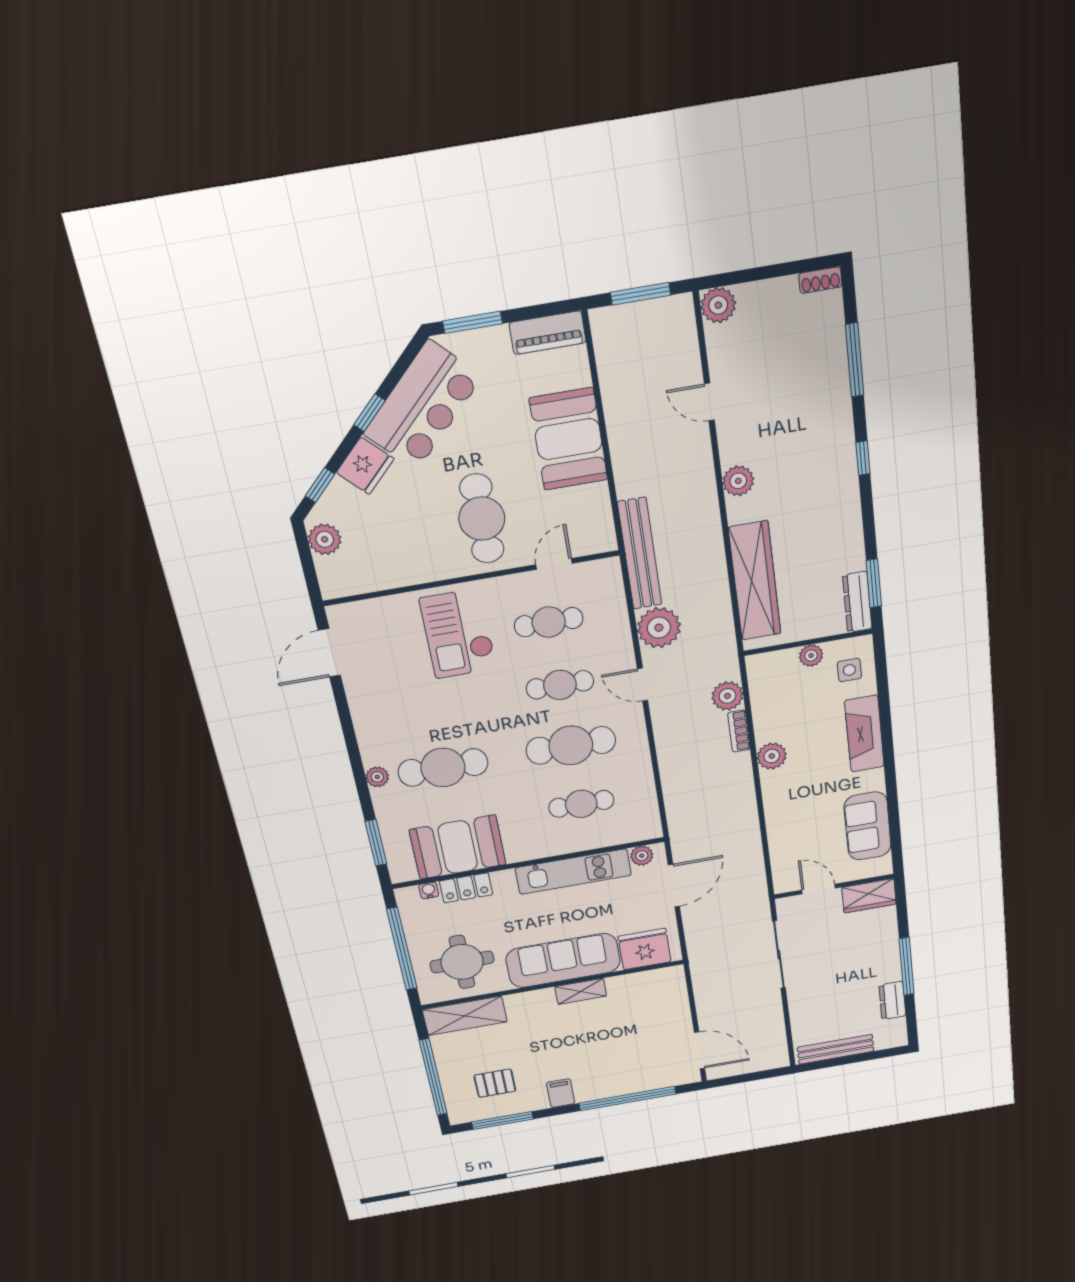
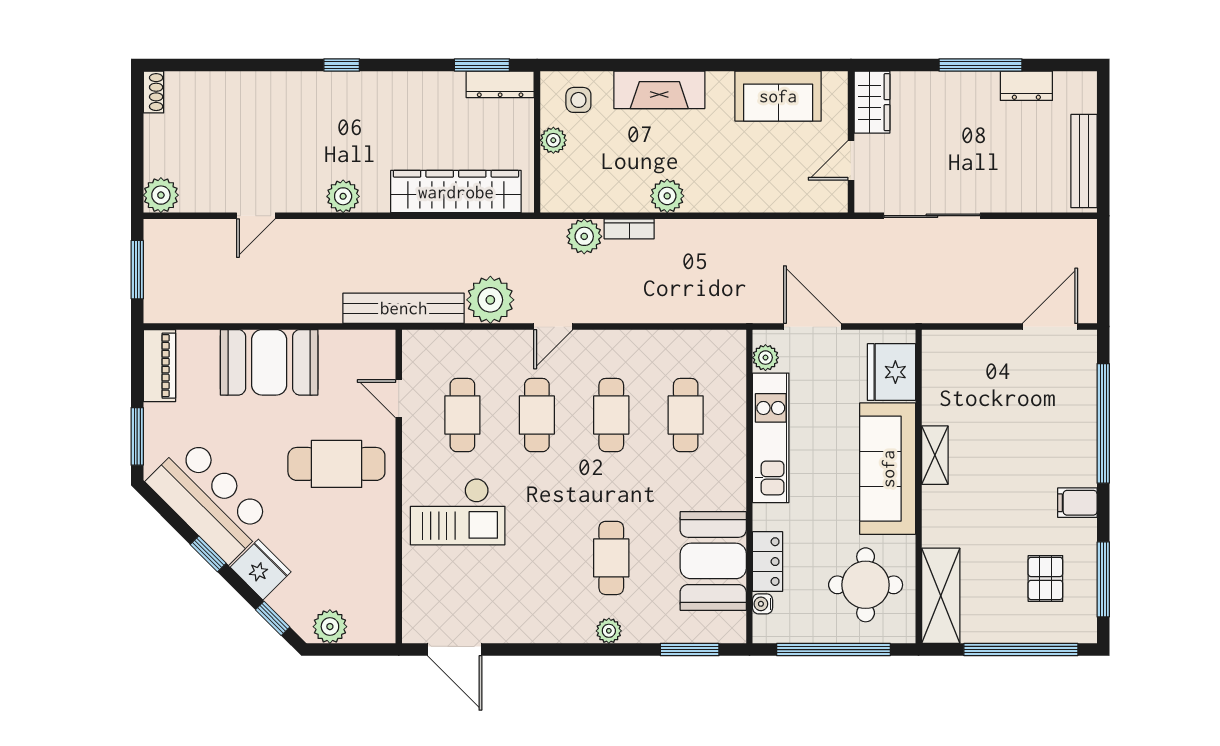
window: (855, 360) -> (238, 65), removed
cafe table: (571, 745) -> (611, 415), width x0.73, depth x0.74
cafe table: (443, 768) -> (611, 558), width x0.73, depth x0.74

